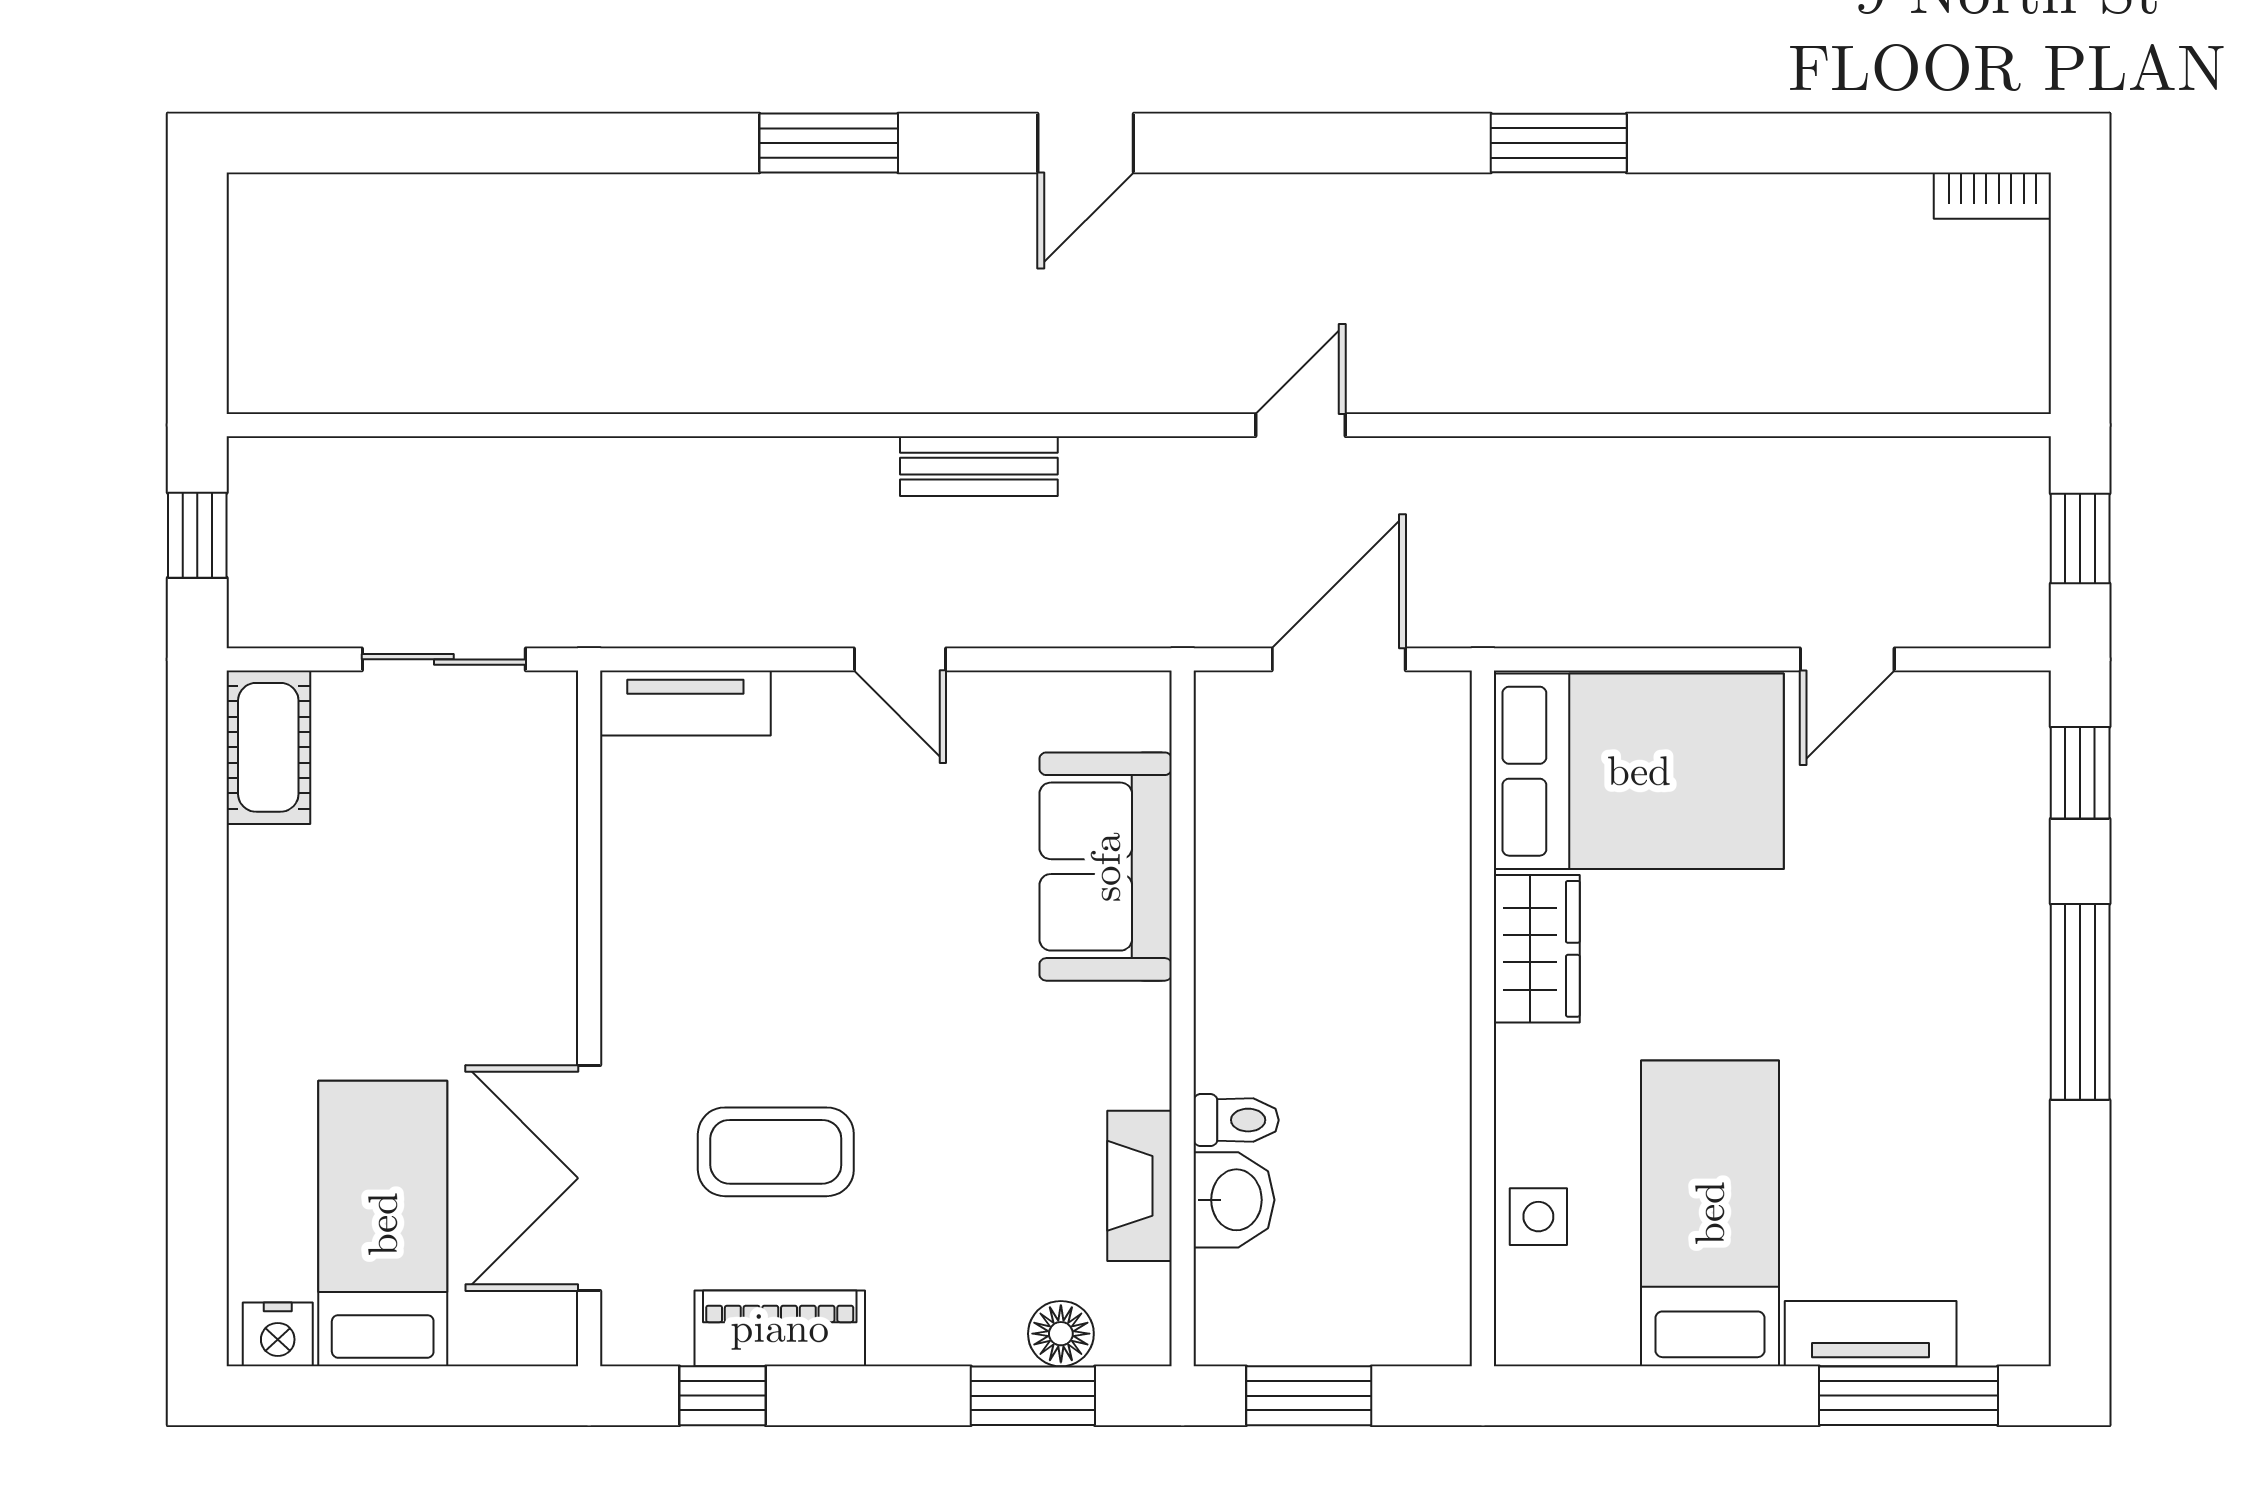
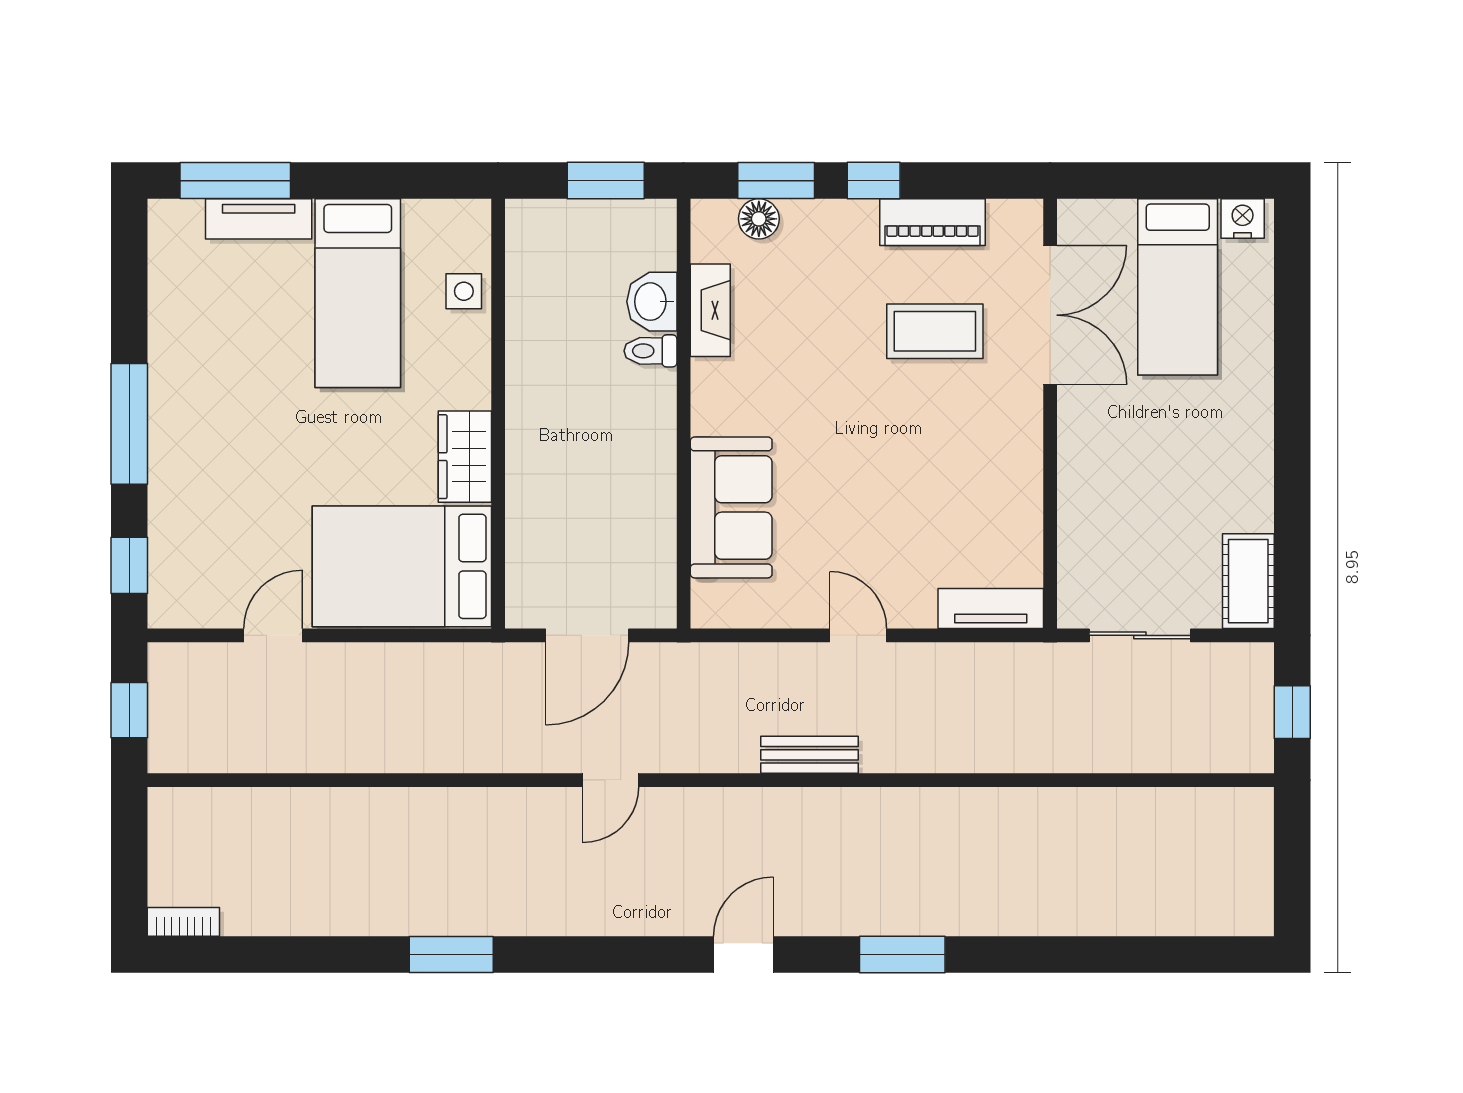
window: (723, 1396) -> (874, 181), moved

